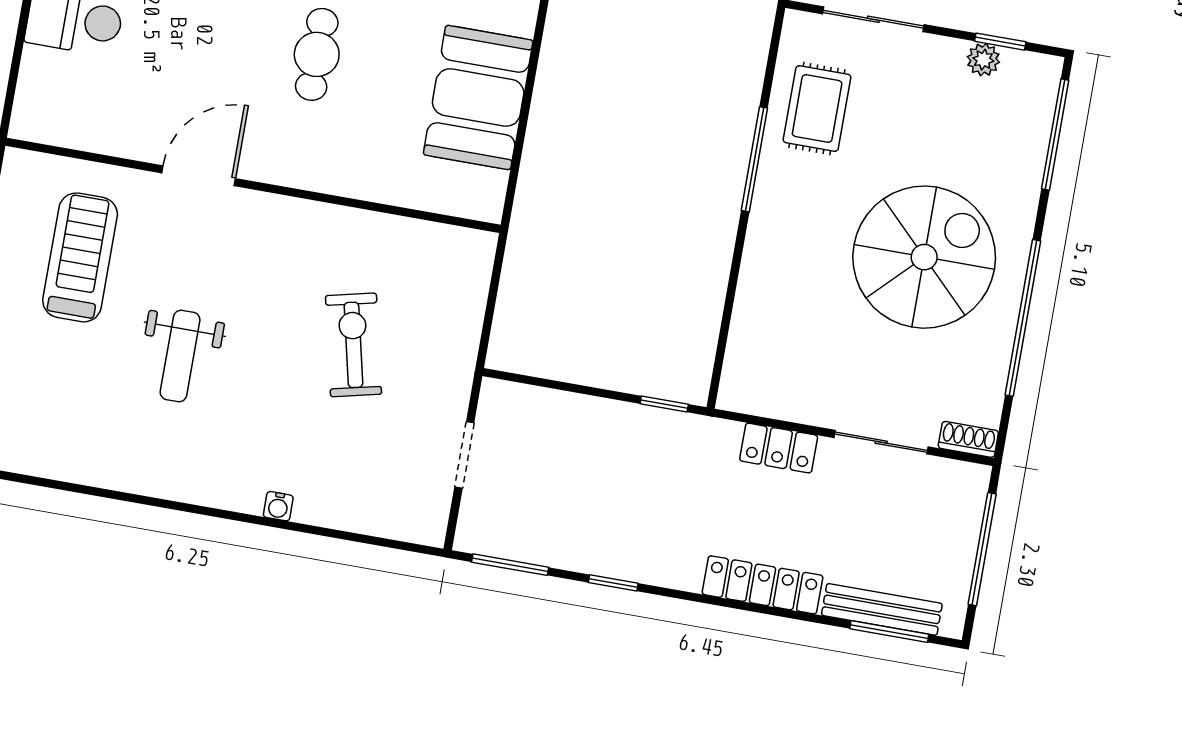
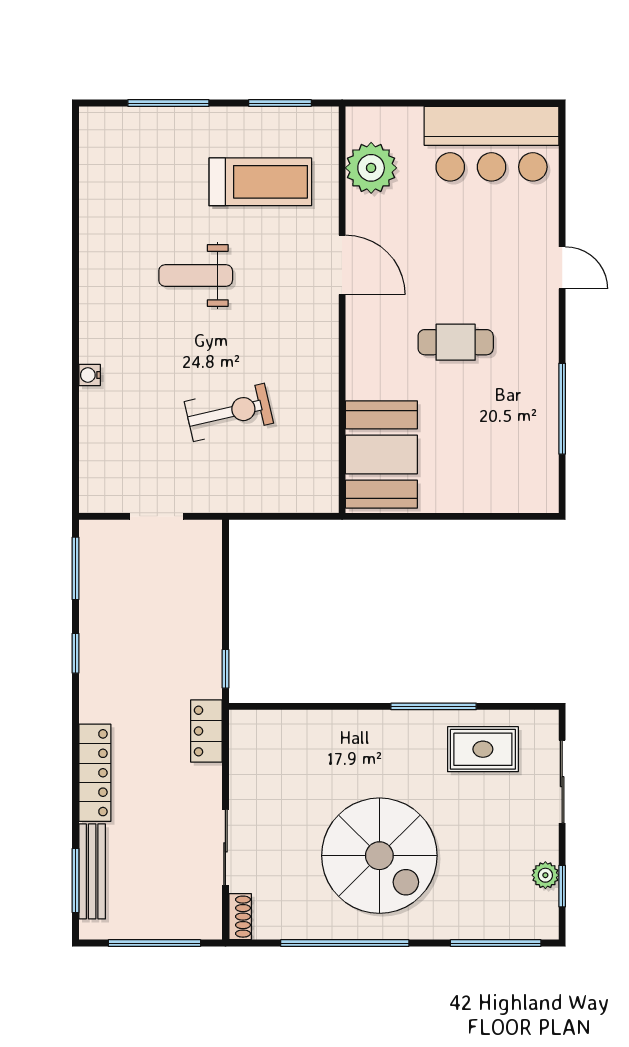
booth: (478, 97) -> (381, 455), moved, turned 90
plant: (87, 120) -> (371, 168), added
locker: (779, 448) -> (206, 731), moved

